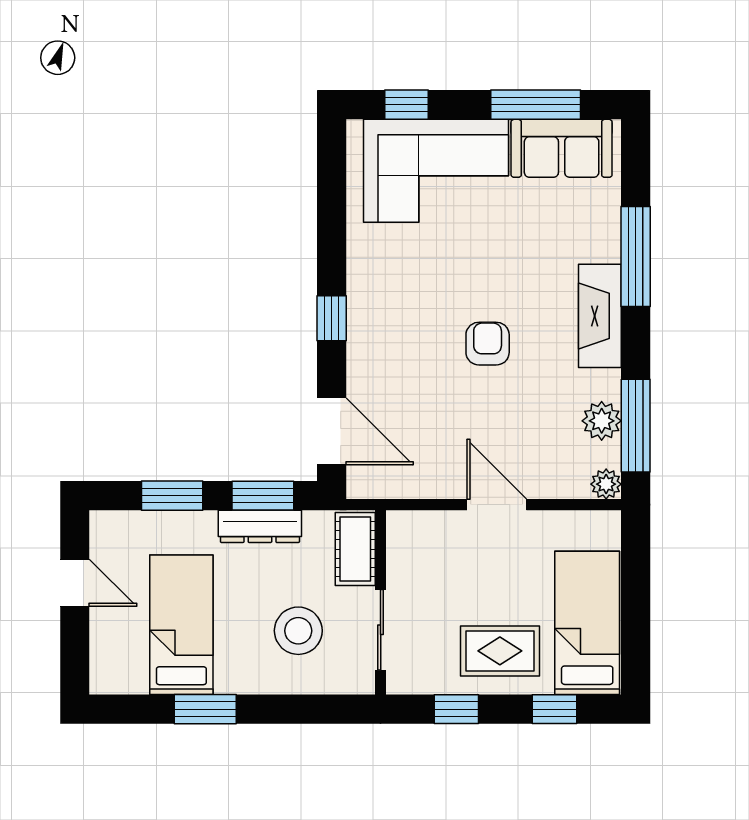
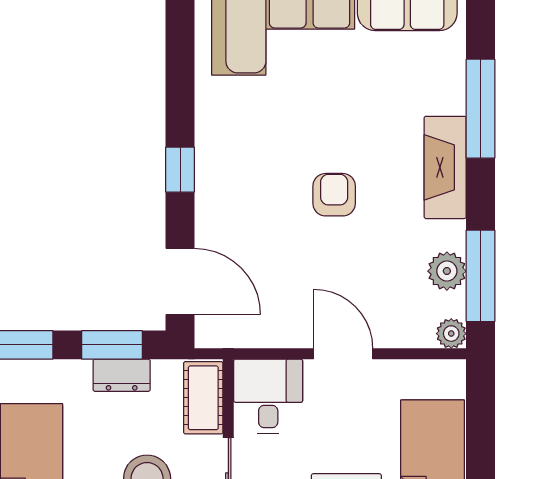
dresser: (260, 526) -> (122, 375), width x0.70
desk: (421, 548) -> (268, 396), added

